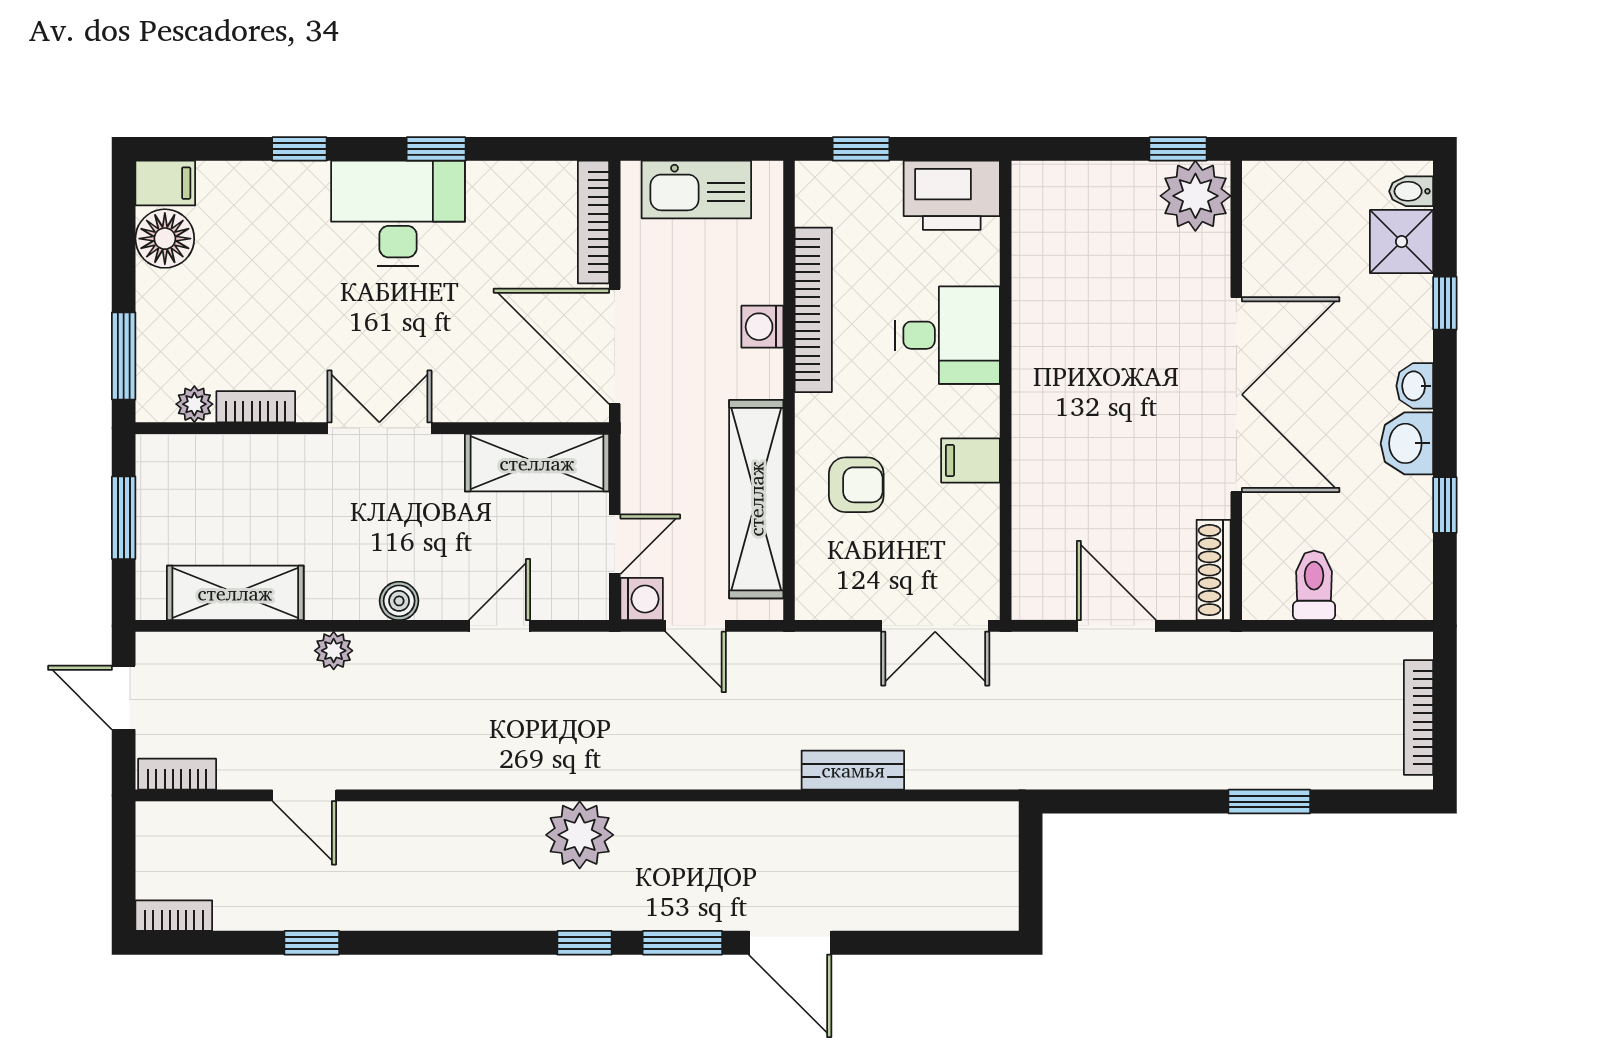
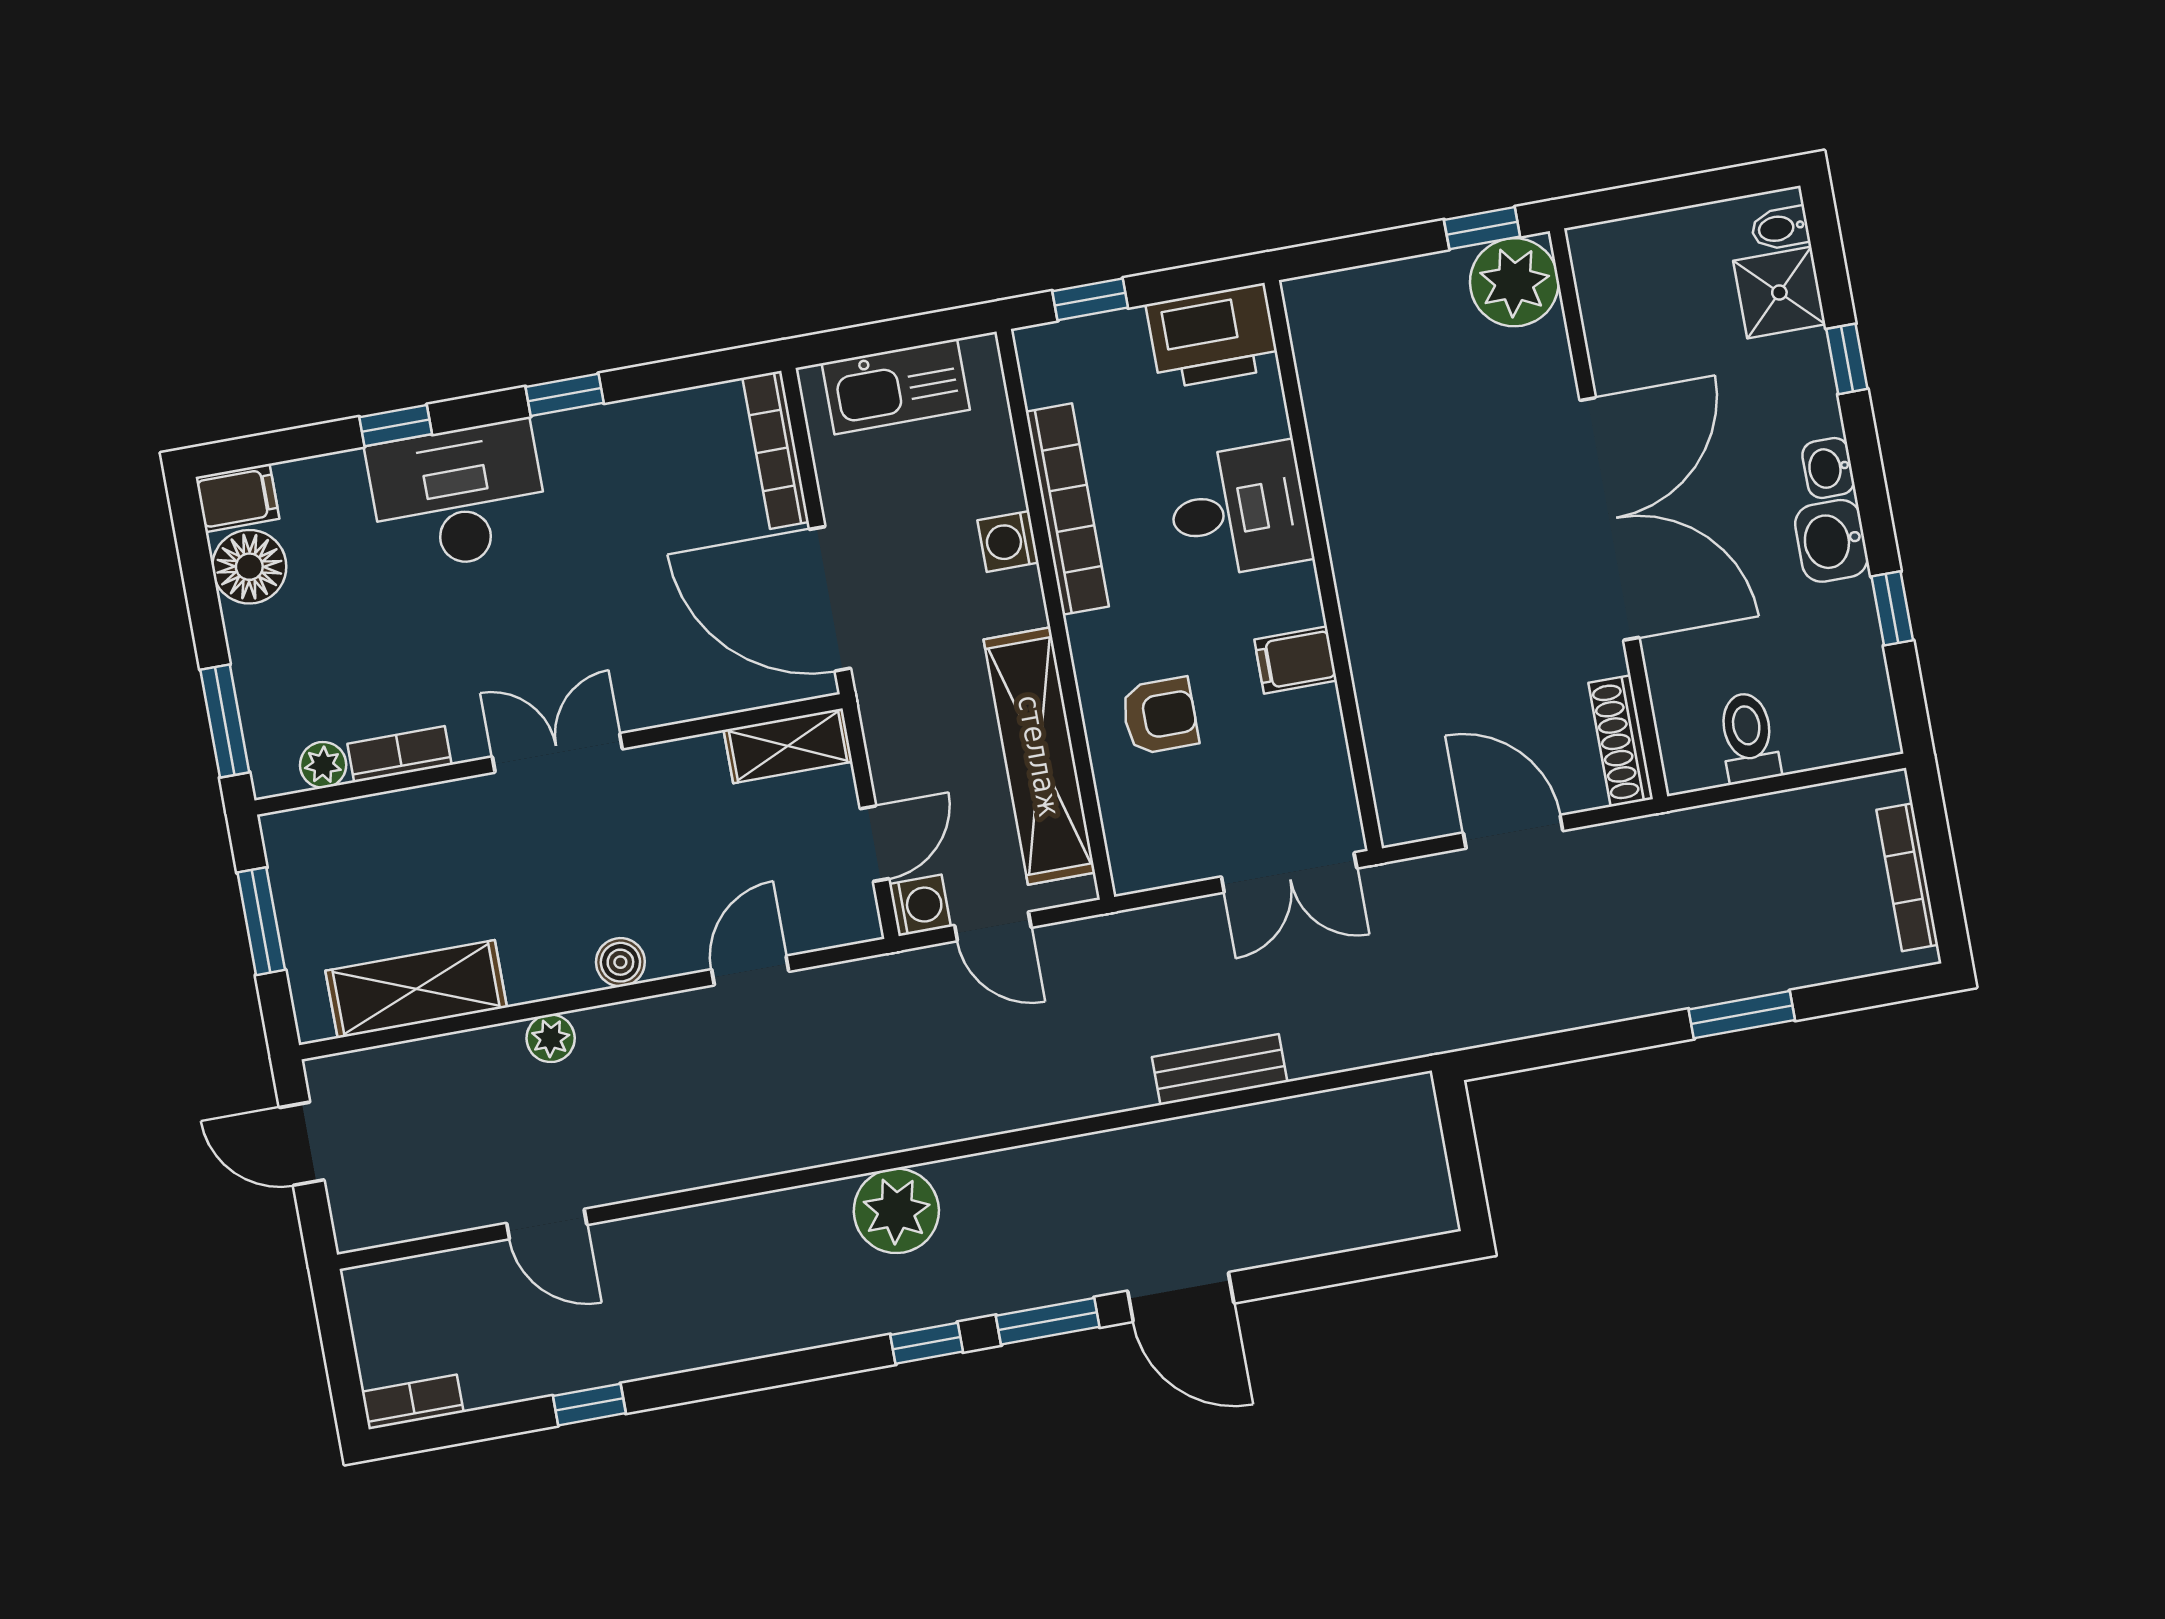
desk: (398, 213) -> (458, 496), moved
shelving: (537, 463) -> (788, 746), width x0.67, depth x0.75
bookcase: (177, 774) -> (385, 1226), removed

